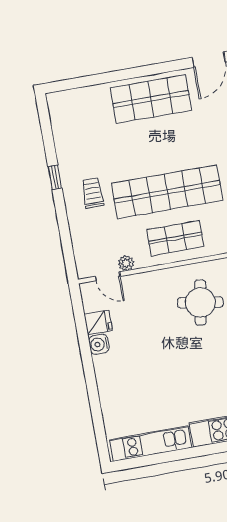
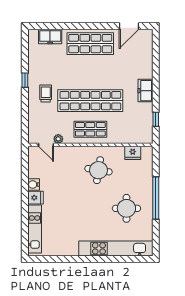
freezer: (84, 99) -> (50, 36), added
fridge: (98, 322) -> (35, 198), moved
kitchen unit: (151, 444) -> (35, 229), moved, turned 90

